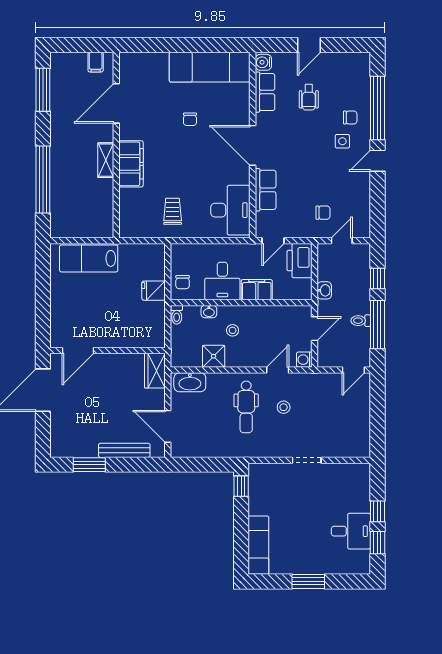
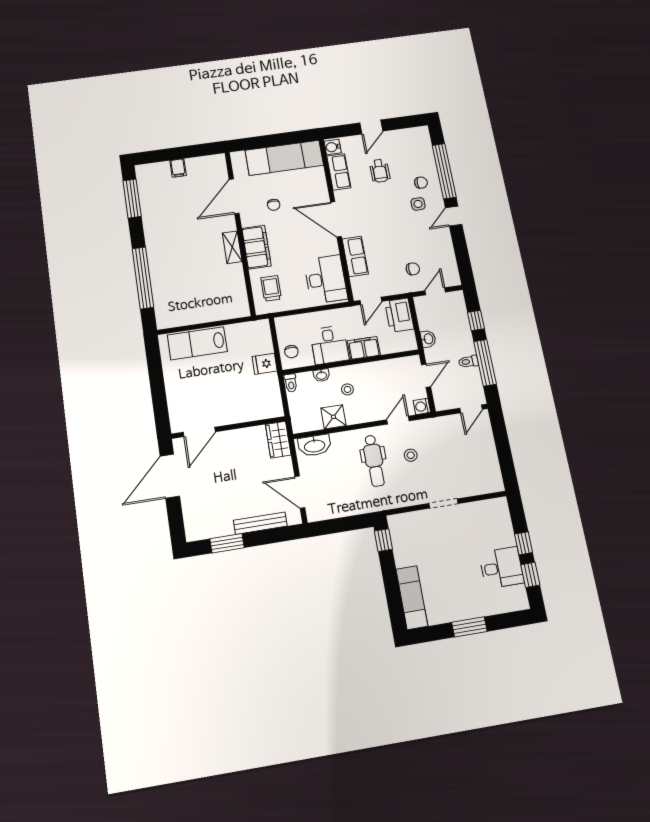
door: (116, 103) -> (234, 196), moved
wall: (116, 145) -> (240, 233), moved
shelving: (106, 160) -> (232, 247), moved
filing cabinet: (131, 164) -> (257, 247), moved

